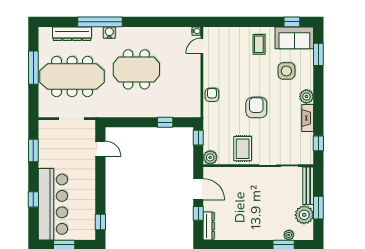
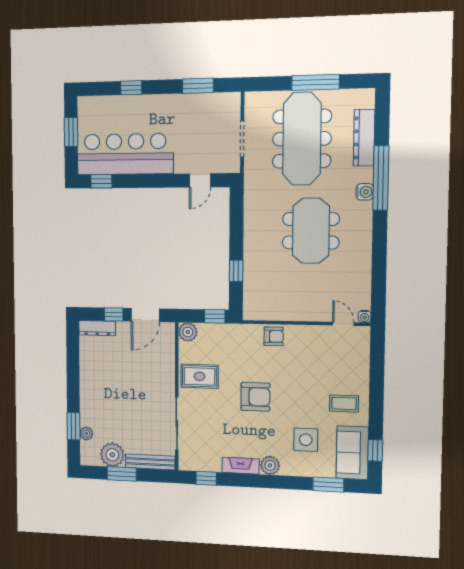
bar counter: (53, 204) -> (125, 154), moved, turned 180

